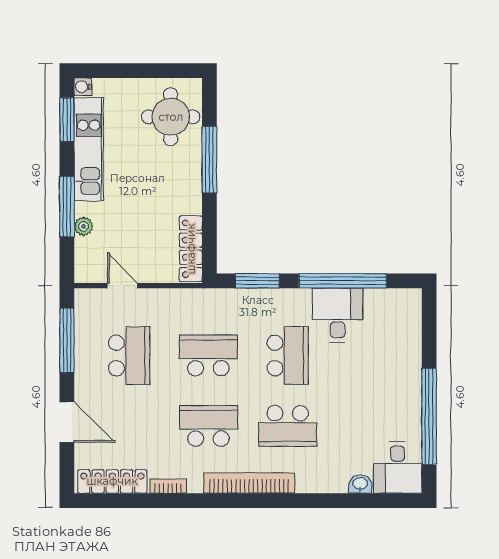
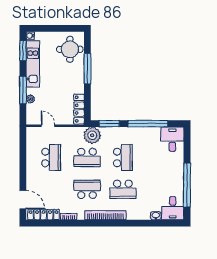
plant: (220, 307) -> (92, 135), added
desk: (338, 315) -> (172, 139), moved
window: (67, 340) -> (23, 151), removed
school desk: (208, 355) -> (87, 157), turned 180
door: (67, 422) -> (23, 200), moved

